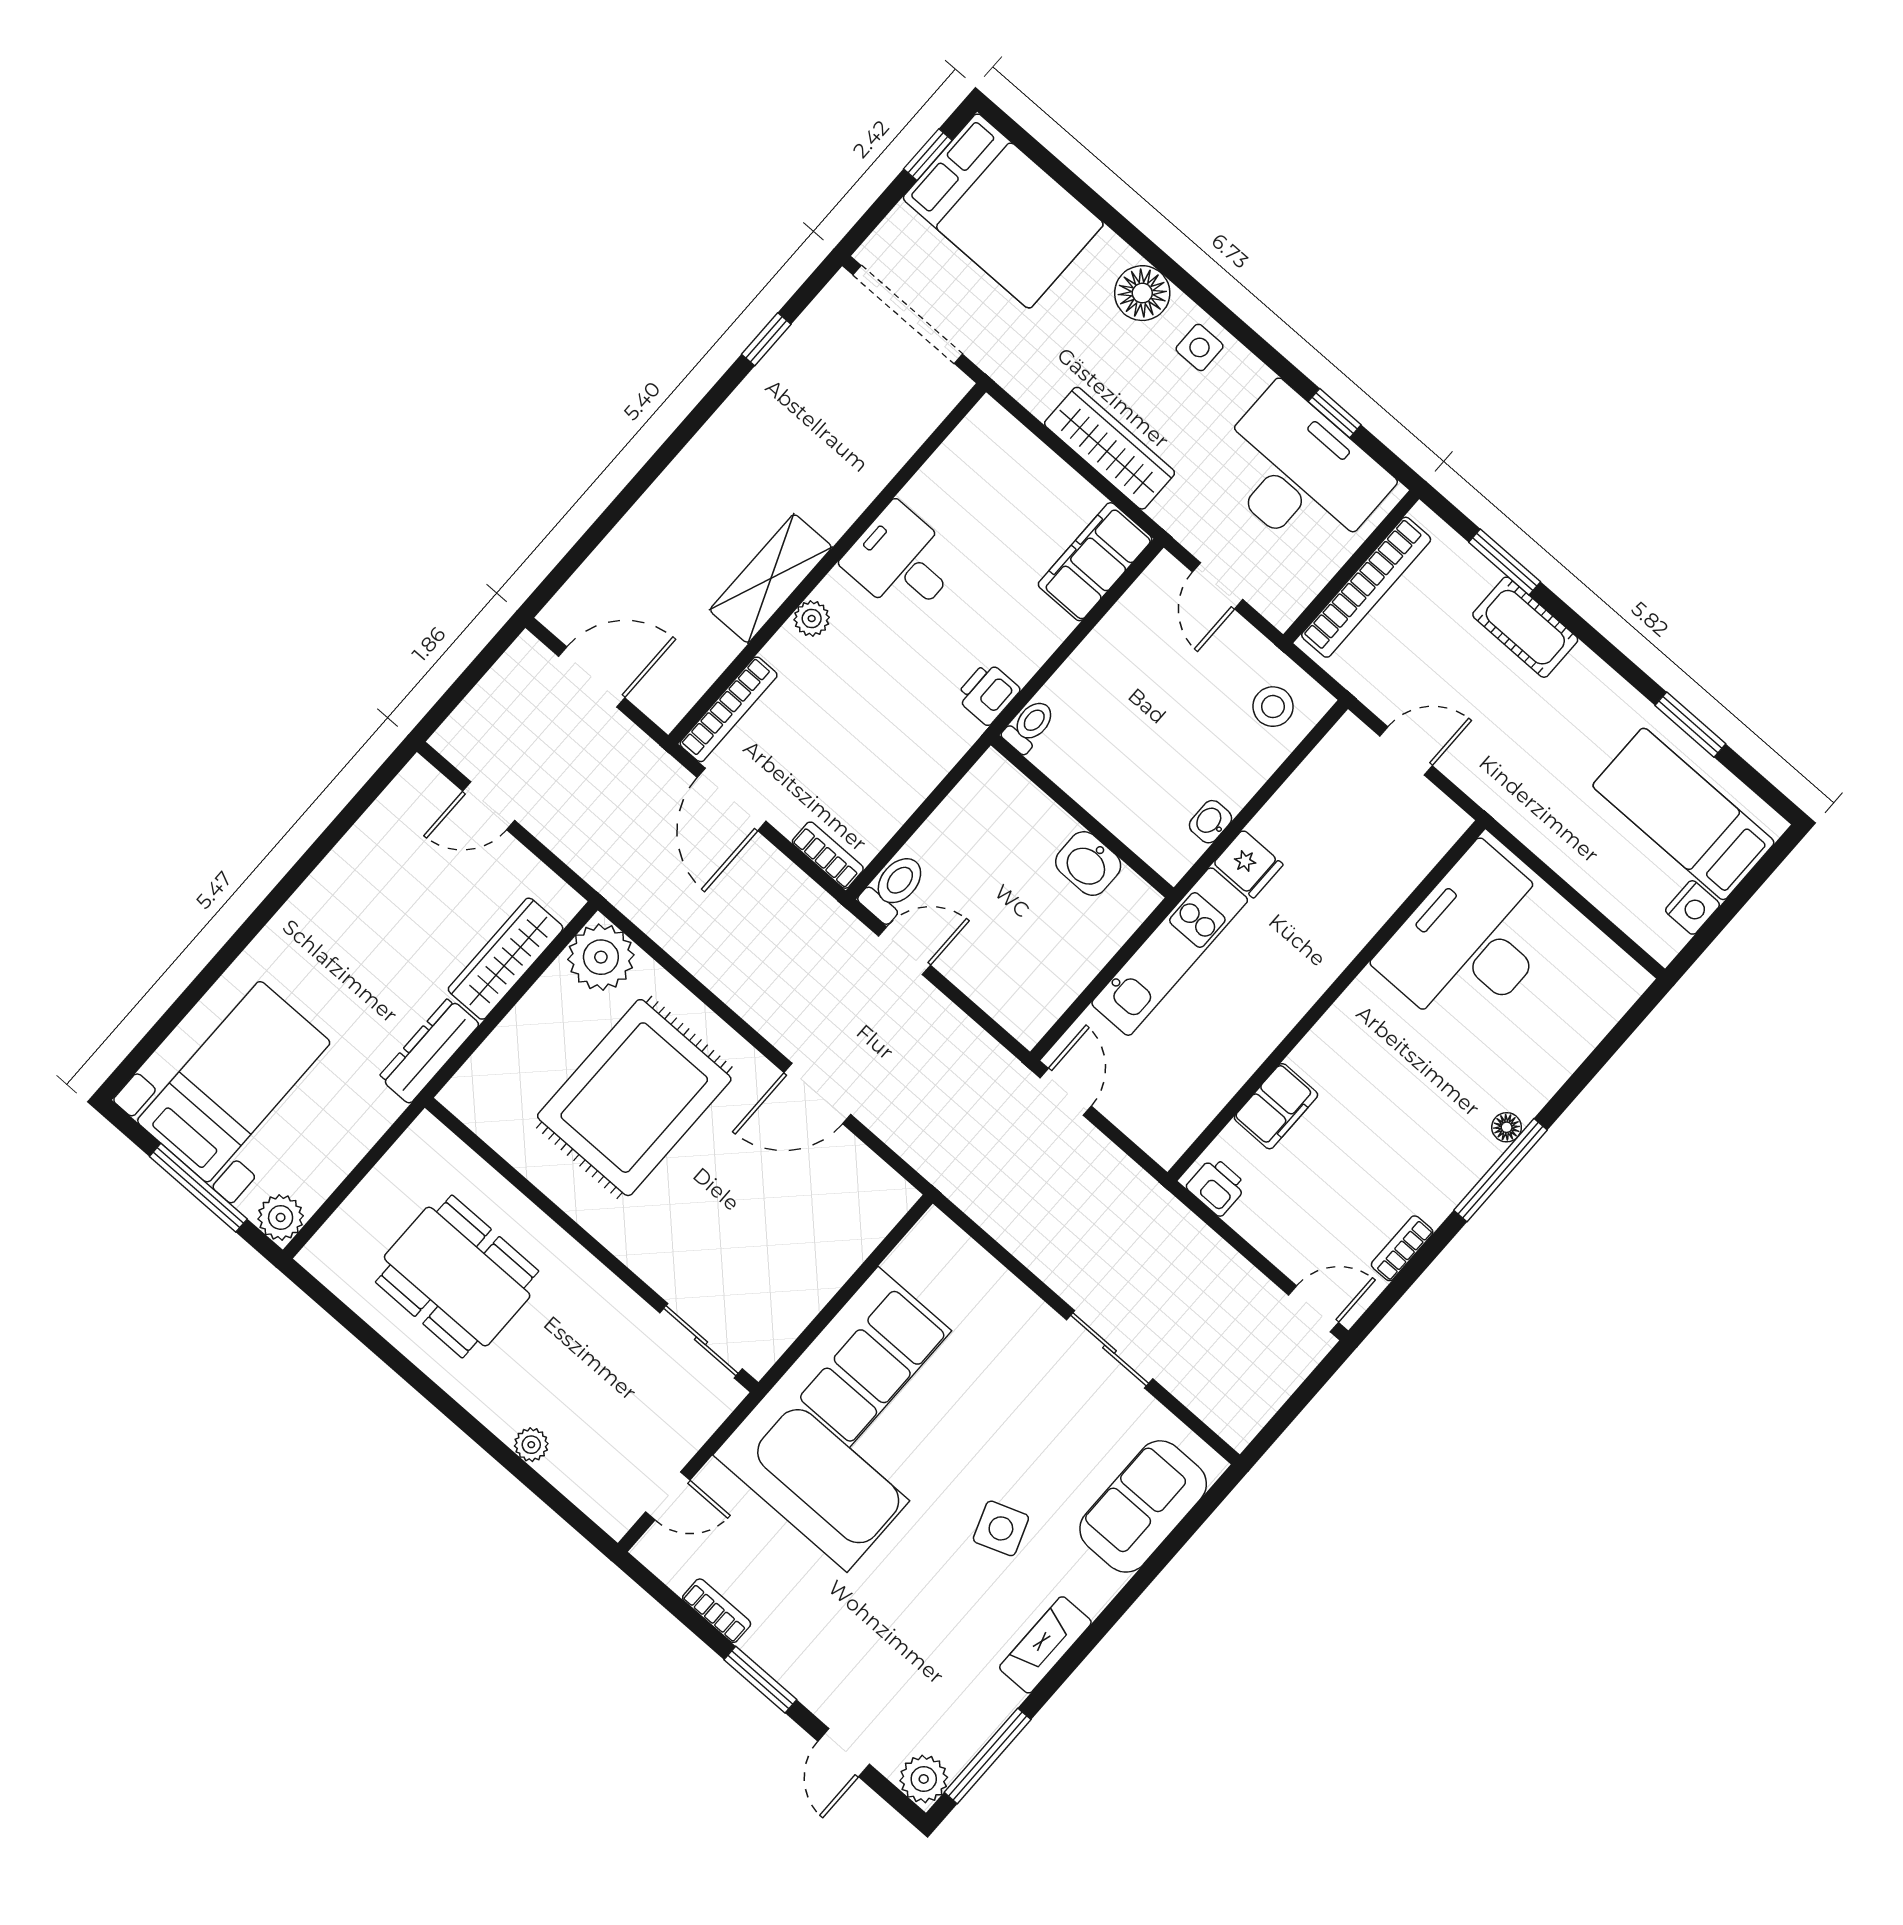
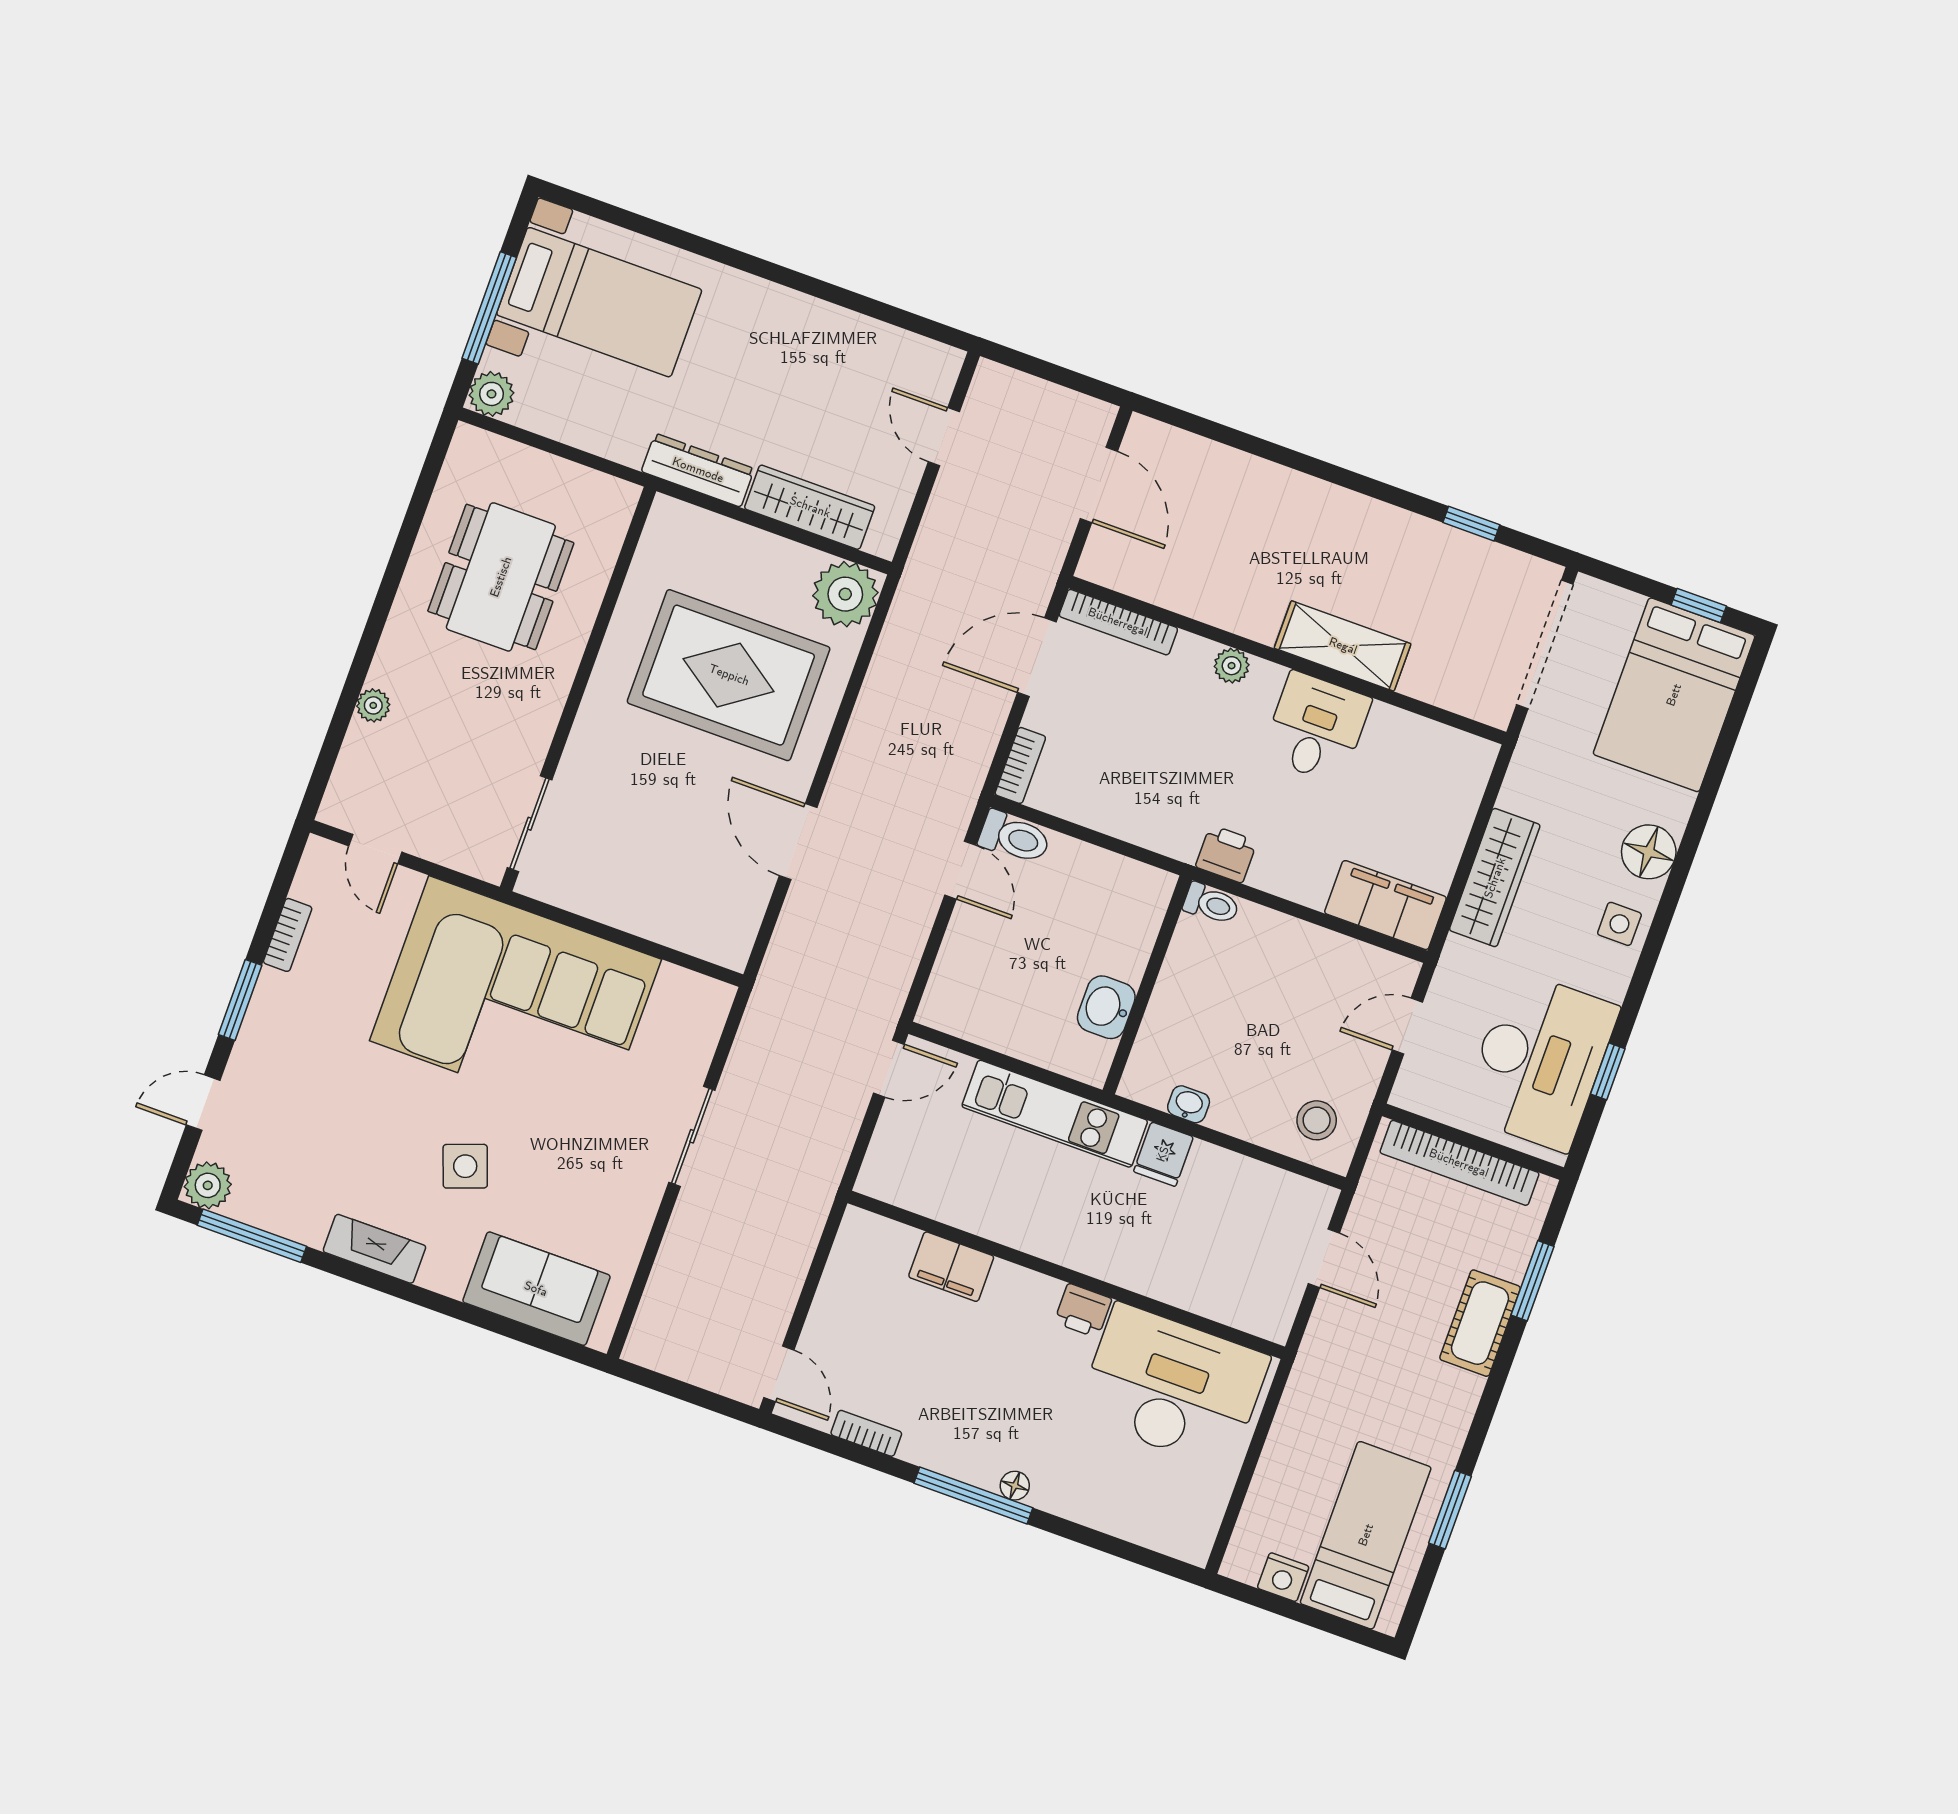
shelving: (771, 579) -> (1343, 646), moved
printer: (1217, 1186) -> (1083, 1311), moved, turned 90
sliding door: (1110, 1349) -> (692, 1136), moved

